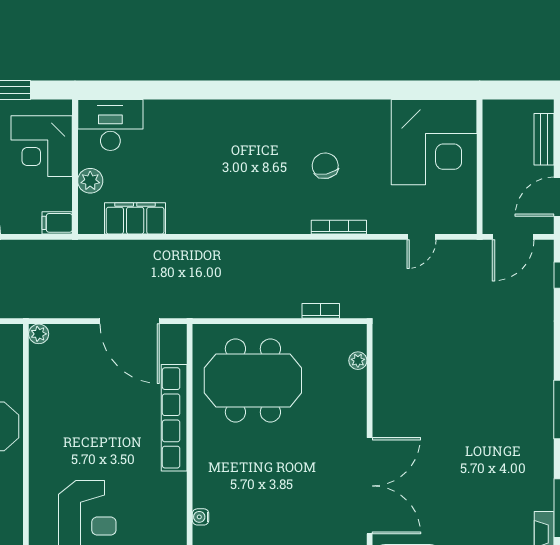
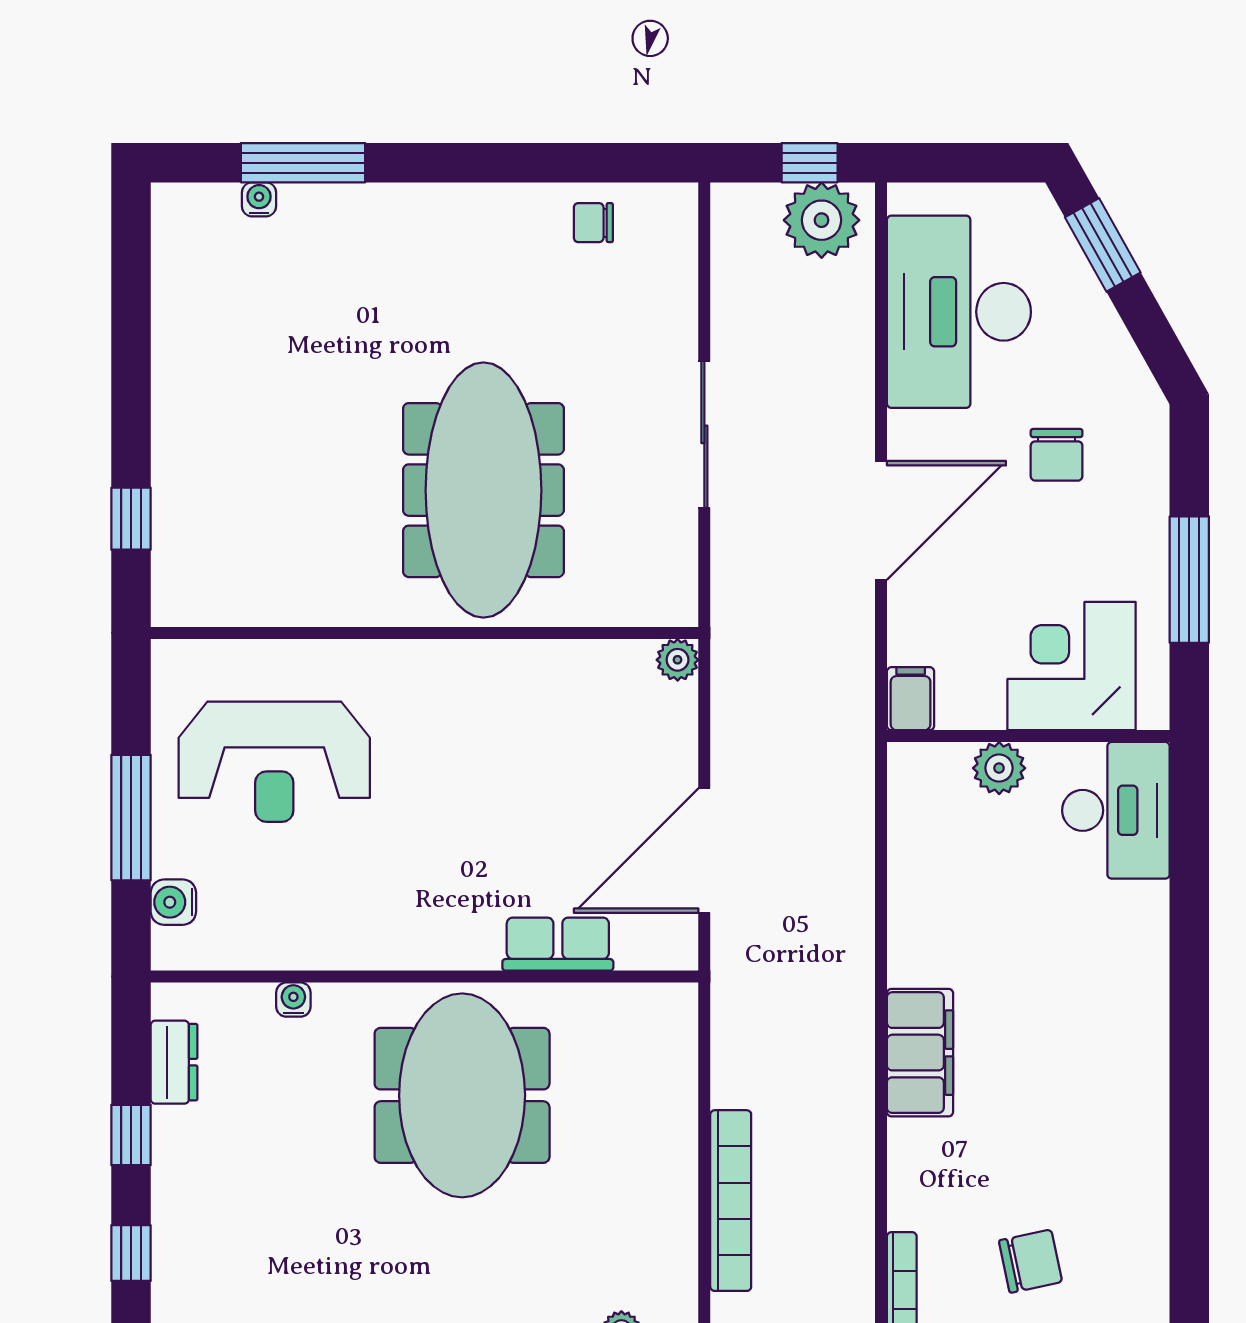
filing cabinet: (135, 218) -> (920, 1053), moved
bookcase: (321, 311) -> (731, 1201), width x2.31, depth x1.31
meeting table: (253, 380) -> (462, 1095), moved
row of seats: (174, 418) -> (558, 944), width x0.50

